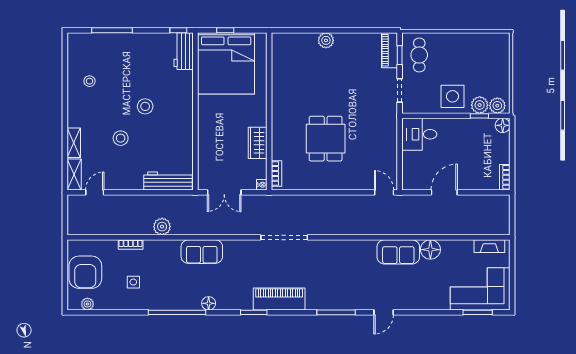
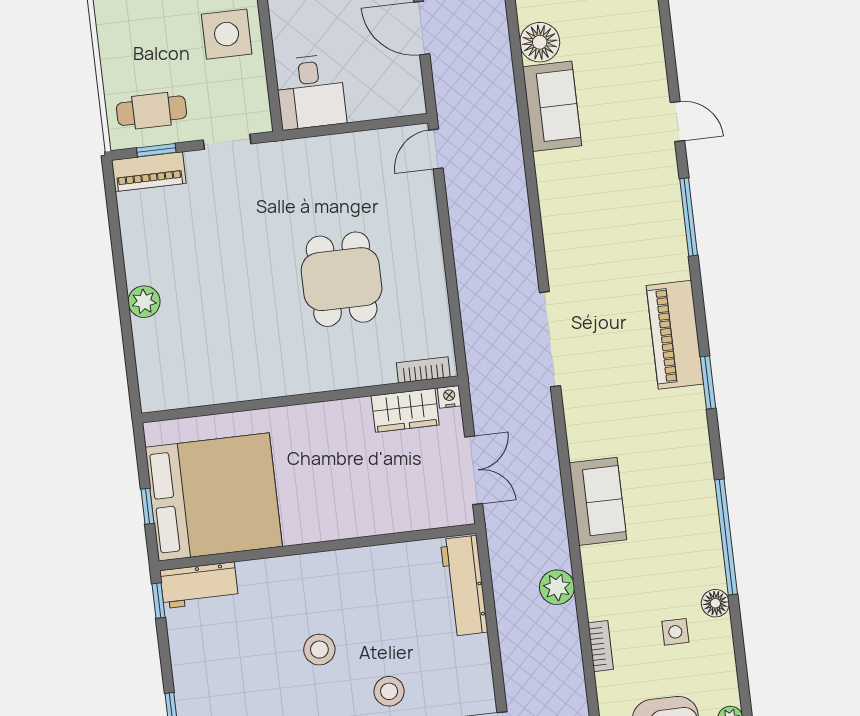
dining table: (326, 139) -> (342, 279), turned 90
wardrobe: (258, 143) -> (405, 410), moved
floor lamp: (209, 303) -> (715, 603), moved

